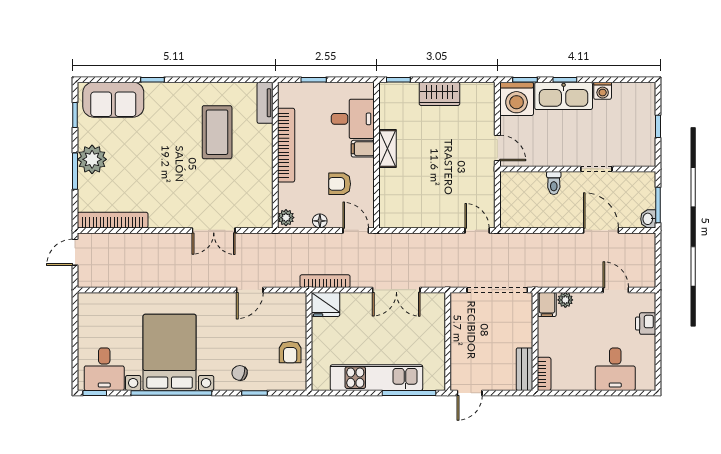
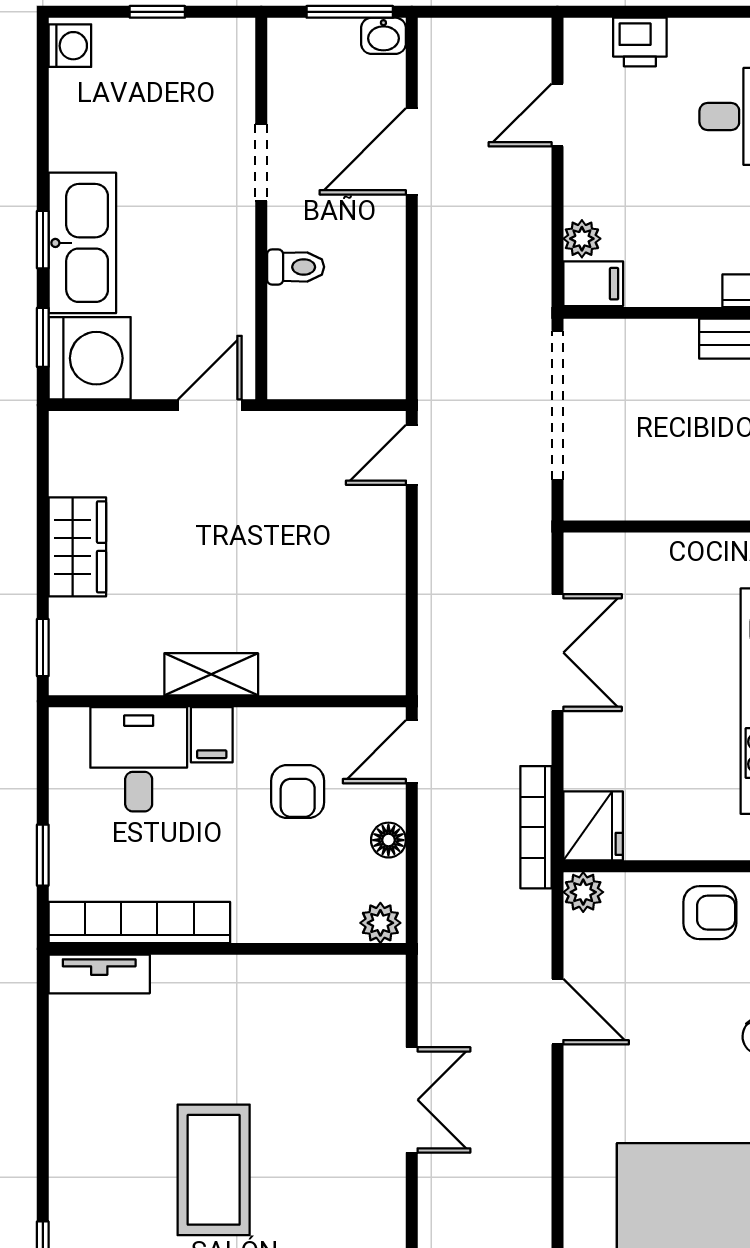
washing machine: (603, 91) -> (70, 46), moved
coffee table: (217, 132) -> (214, 1170), moved, turned 90
bookcase: (286, 145) -> (139, 922), moved
plant: (298, 300) -> (583, 892), added

